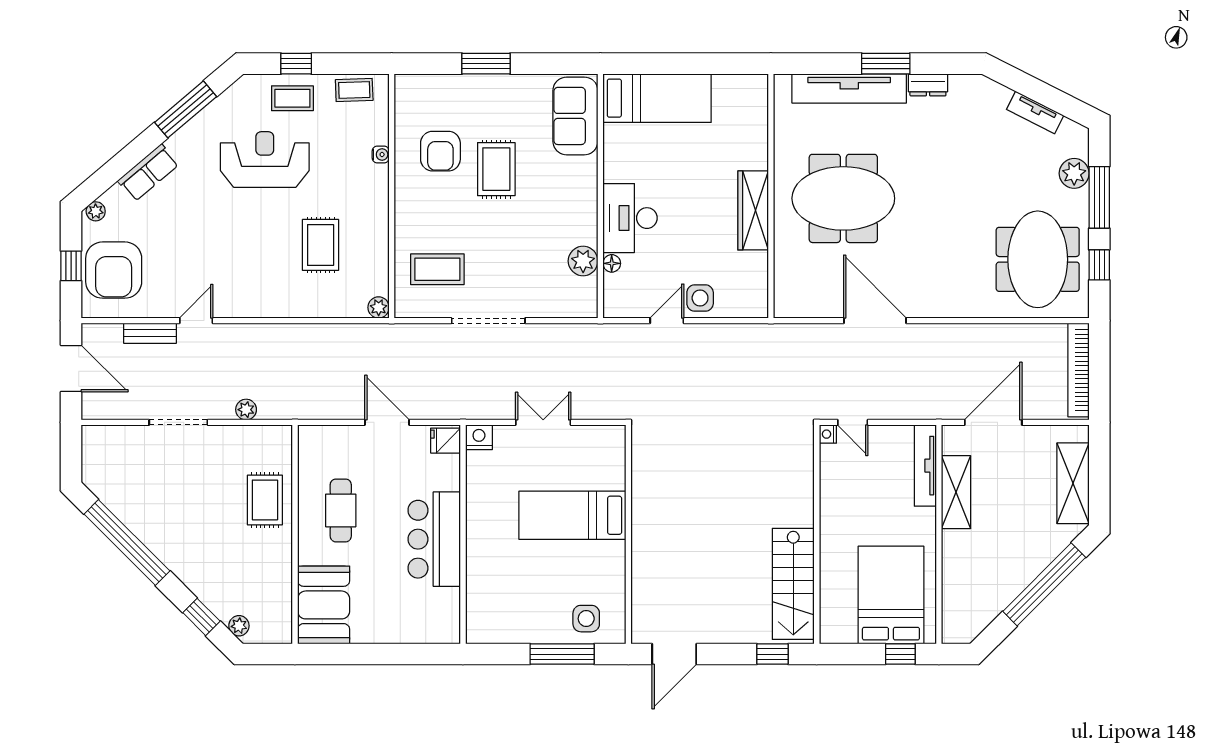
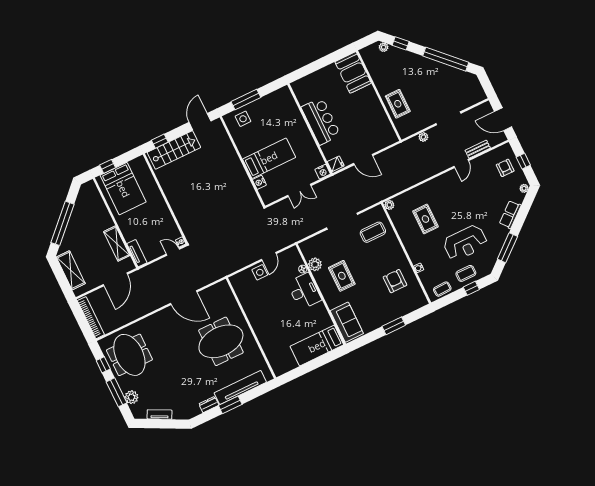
rug: (496, 169) -> (342, 276), moved
wardrobe: (753, 210) -> (255, 319), removed
armchair: (114, 270) -> (505, 168), width x0.53, depth x0.53
tv unit: (925, 466) -> (137, 253), width x0.71
nightstand: (614, 477) -> (259, 182), added
cafe table: (341, 510) -> (365, 114), removed
stairs: (793, 584) -> (174, 150), moved, turned 90

